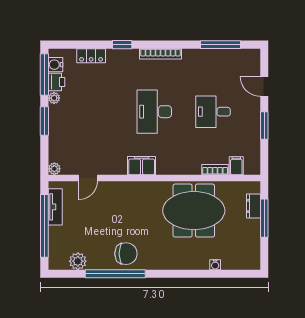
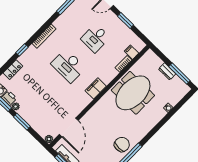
filing cabinet: (142, 166) -> (96, 88), moved
door: (88, 178) -> (69, 127), width x1.87
dresser: (253, 206) -> (167, 71), moved
window: (264, 218) -> (179, 74), moved

